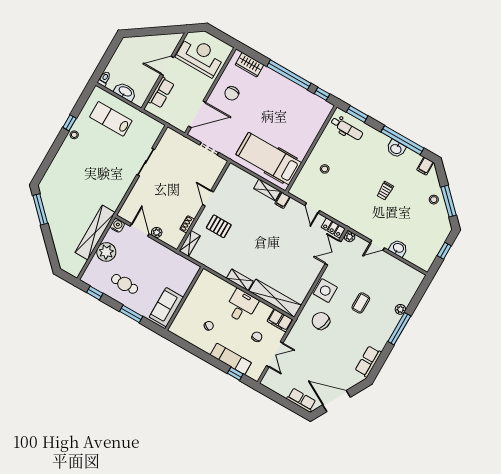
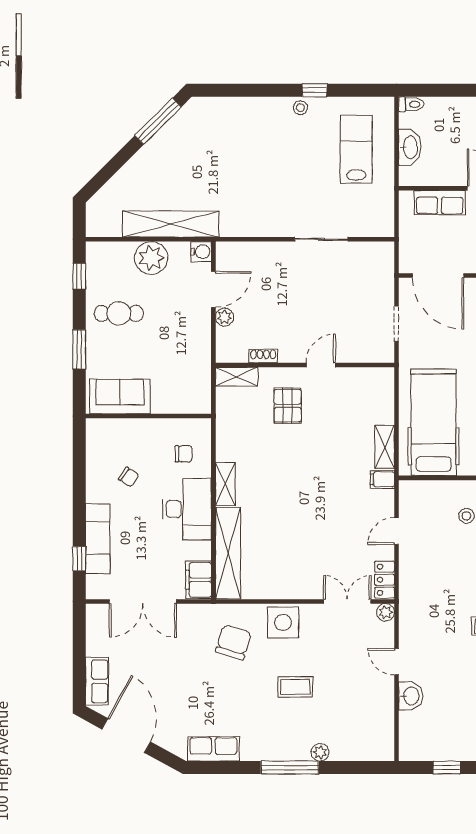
cafe table: (125, 284) -> (119, 313), turned 90
desk: (241, 306) -> (187, 509), width x1.37
chair: (257, 337) -> (184, 454), moved
double door: (275, 354) -> (143, 601), width x1.37

